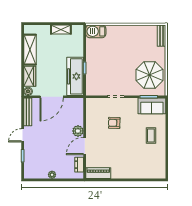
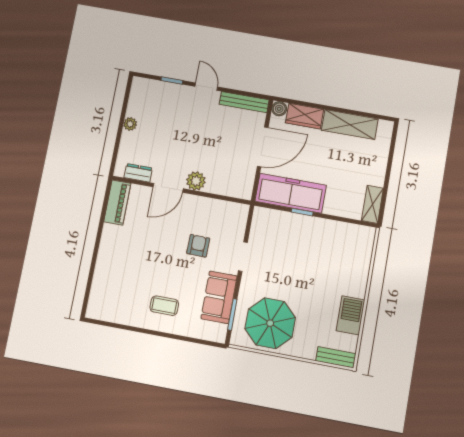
shelving: (61, 30) -> (372, 204), moved
barbecue: (96, 31) -> (351, 315), moved
door: (52, 97) -> (263, 147), swing flipped
sofa: (152, 106) -> (219, 297), moved
door: (85, 146) -> (168, 188), swing flipped

